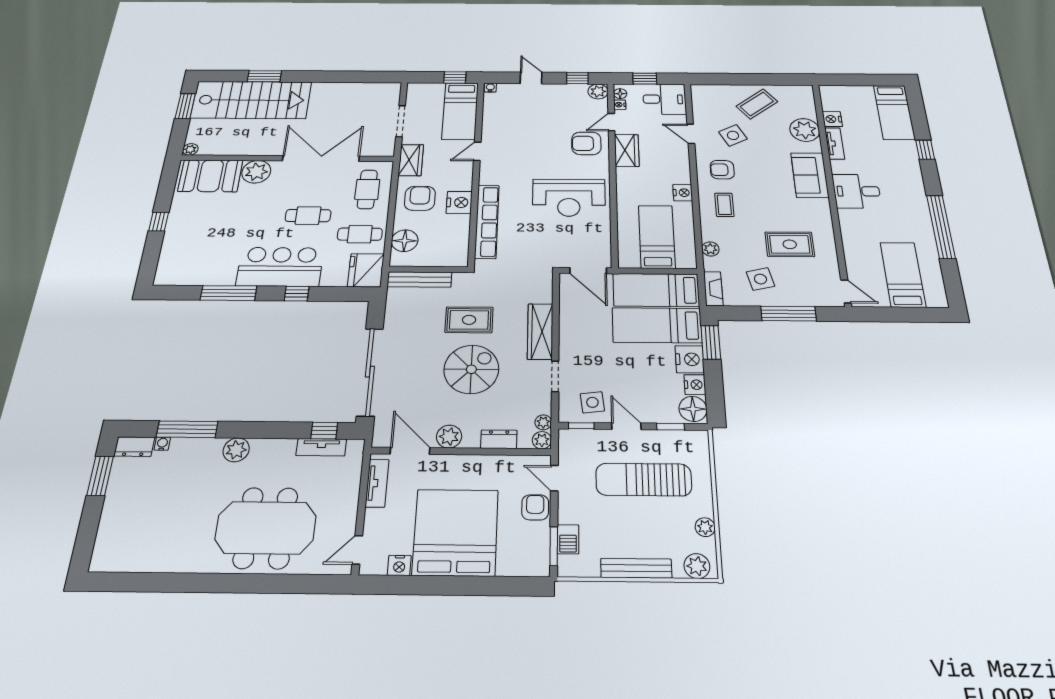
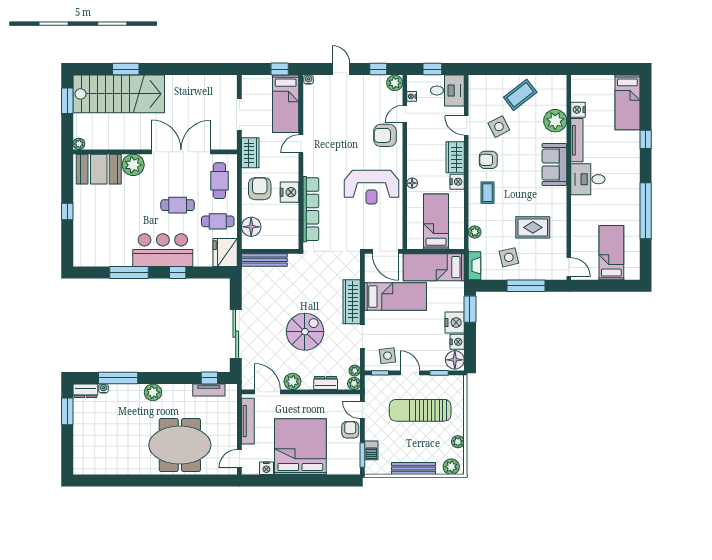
floor lamp: (620, 94) -> (412, 183), moved
tv unit: (835, 144) -> (577, 140), width x1.41
wardrobe: (627, 150) -> (455, 157), moved, turned 180
rug: (469, 320) -> (302, 293), removed
bed: (657, 325) -> (395, 297), moved, turned 180
sliding door: (370, 372) -> (236, 334), width x0.73
tv unit: (377, 483) -> (248, 421), width x1.41

